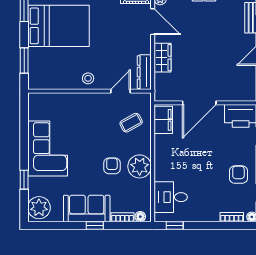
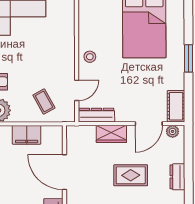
rug: (202, 39) -> (131, 175), added
door: (120, 91) -> (77, 90), hinge flipped
filing cabinet: (163, 120) -> (27, 135), moved

